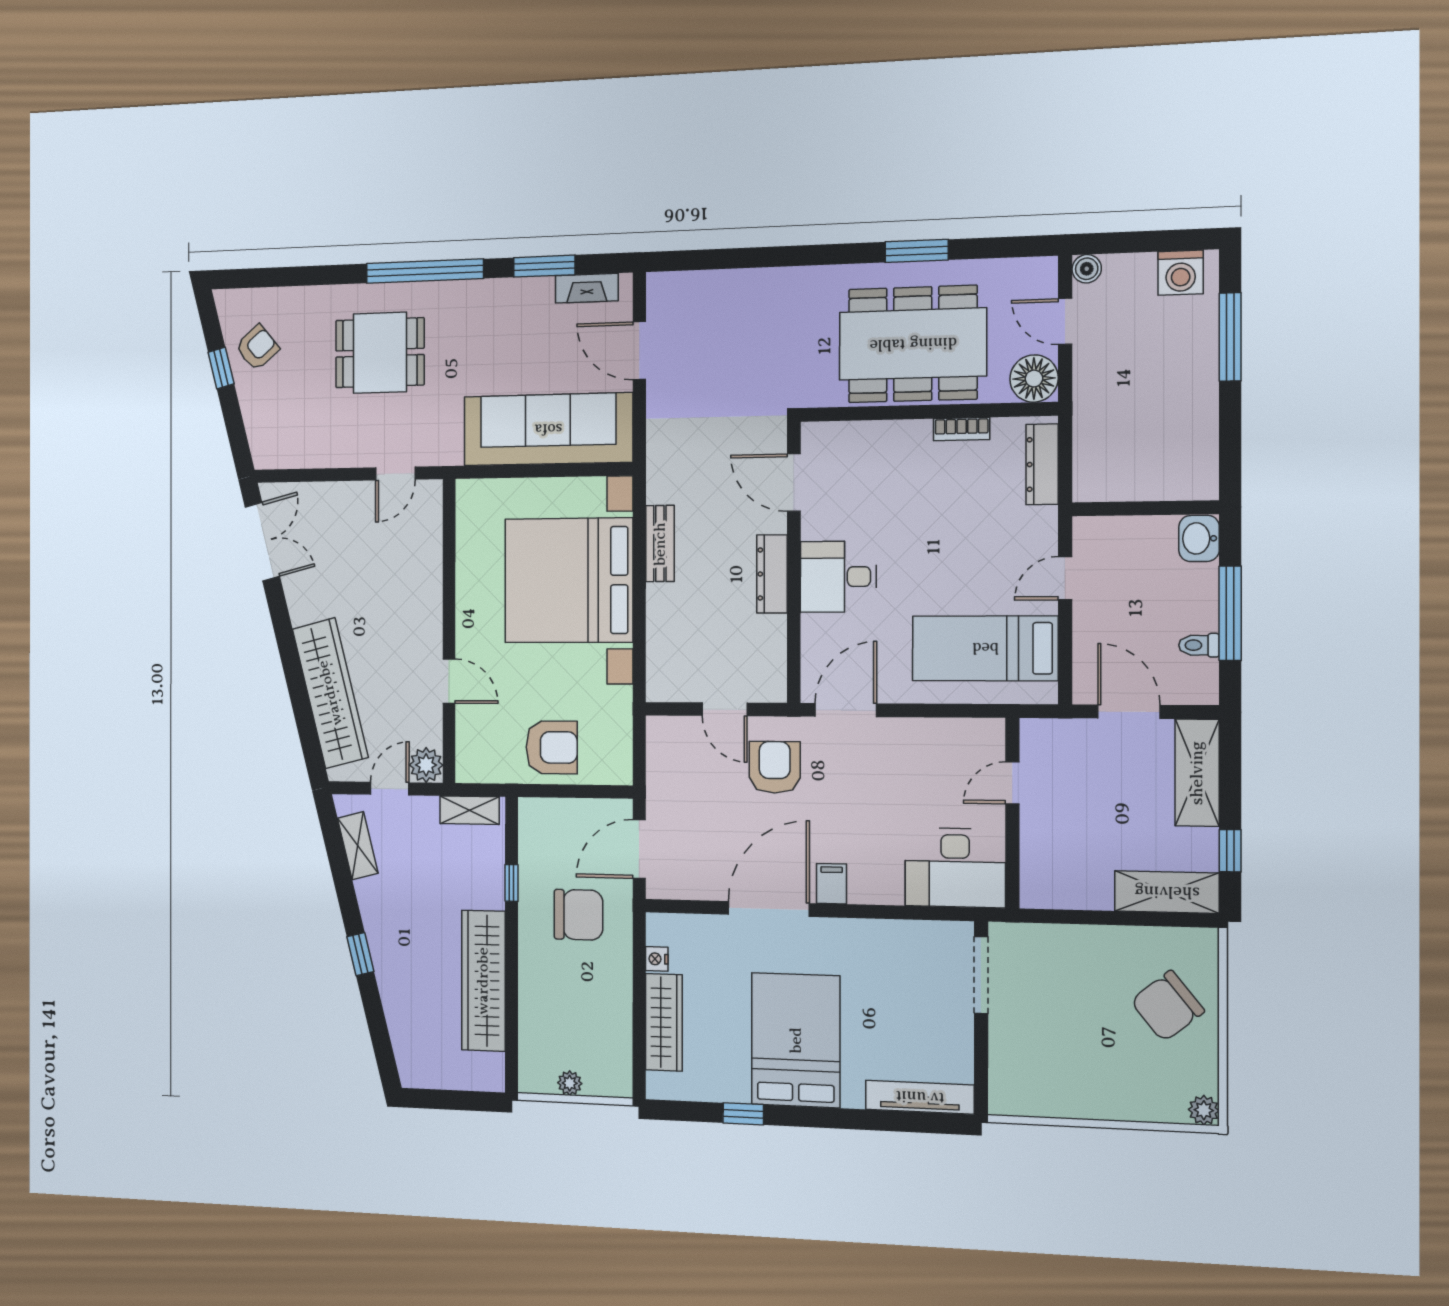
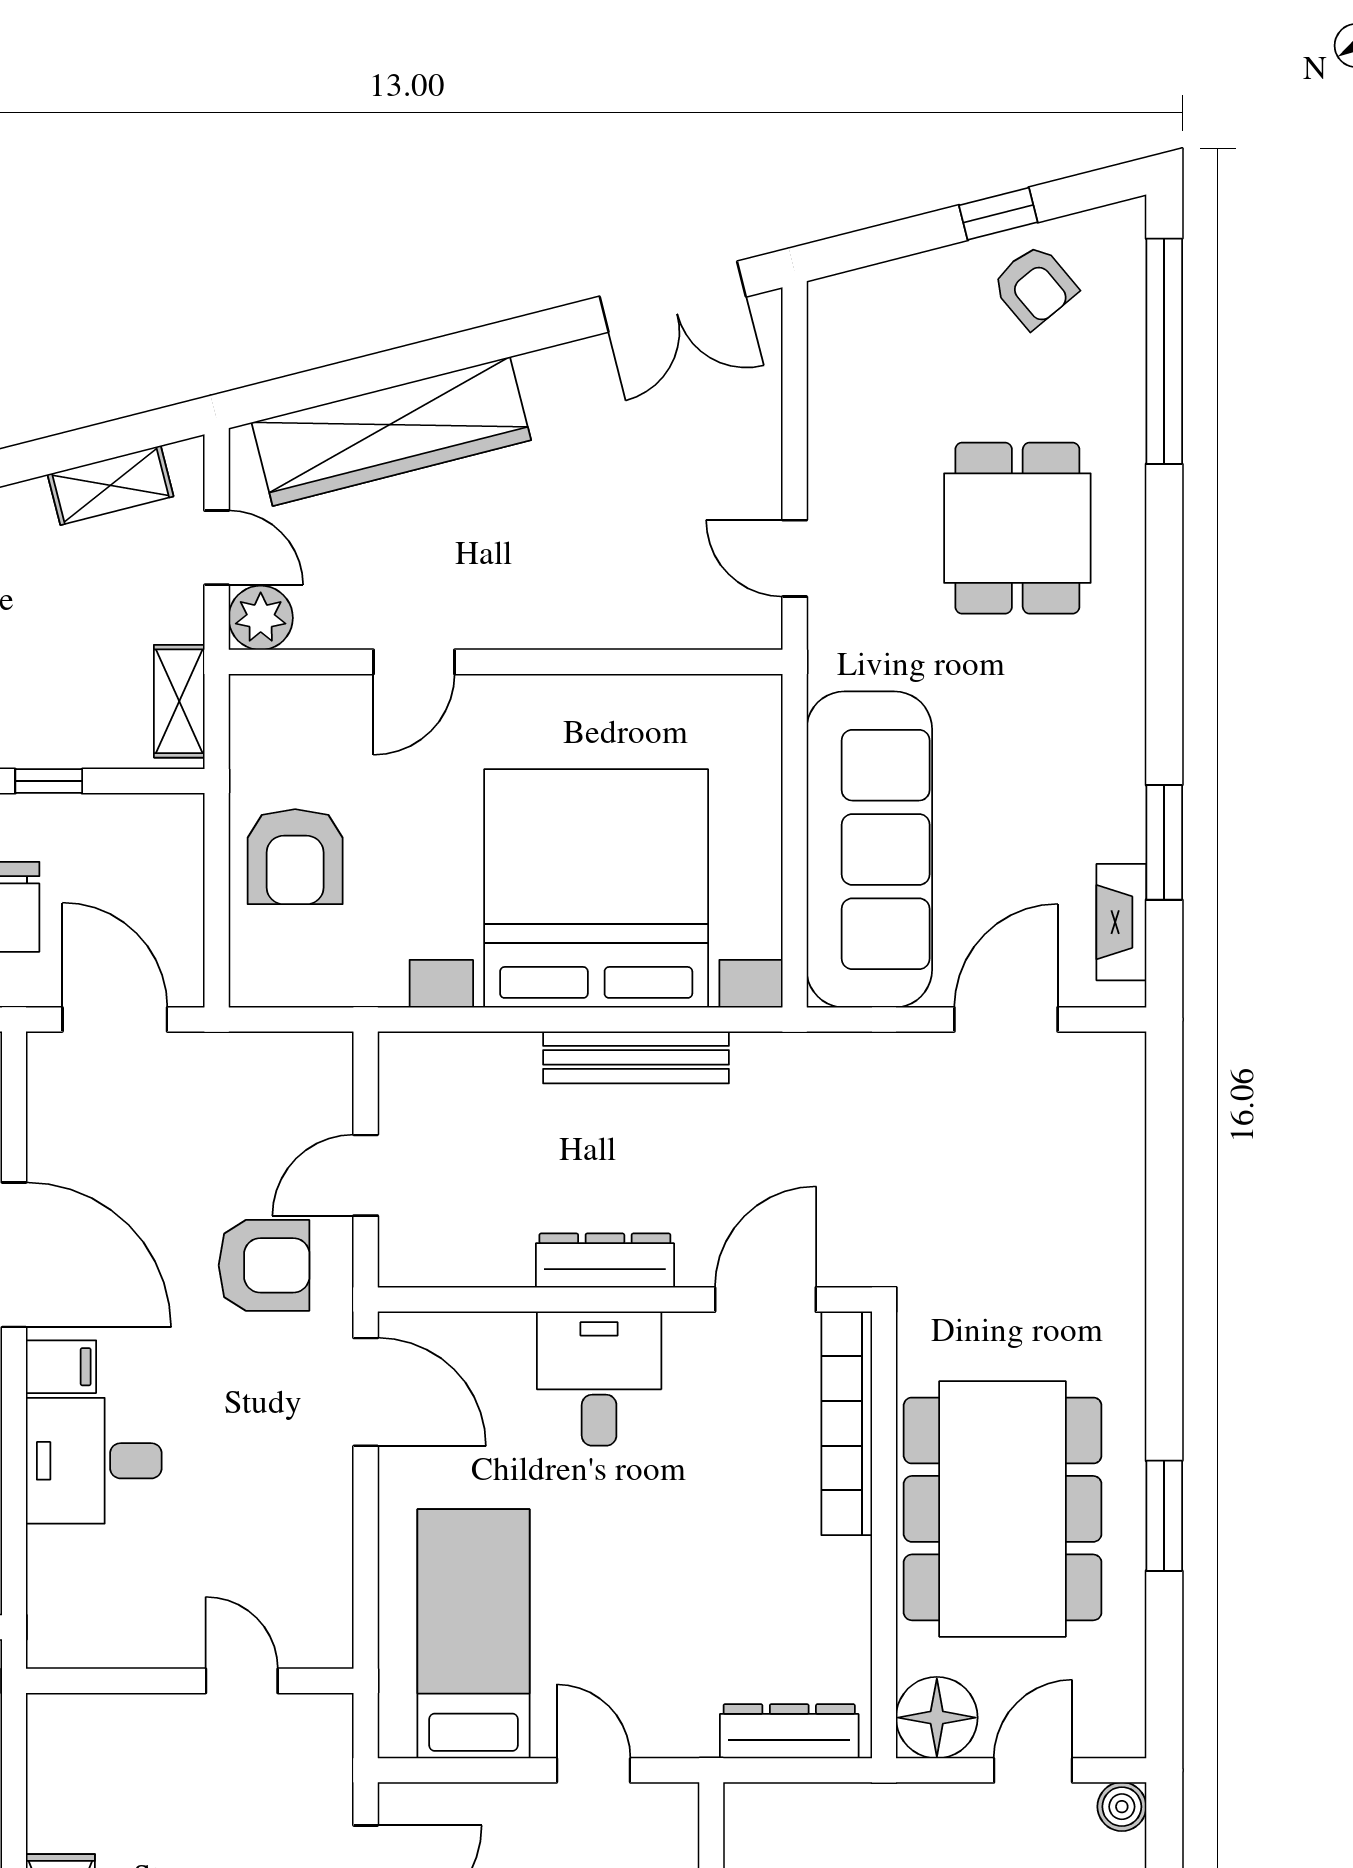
window: (425, 271) -> (1164, 351), moved
bookcase: (962, 429) -> (847, 1423), moved, width x2.31, depth x1.31
bench: (660, 544) -> (636, 1057), width x1.36
desk: (955, 868) -> (94, 1461), moved, width x0.73

